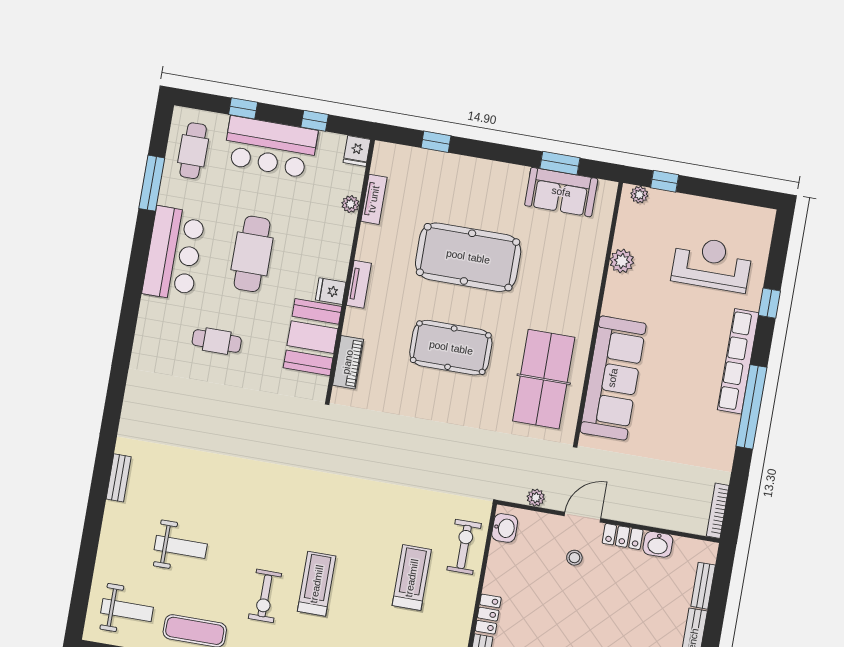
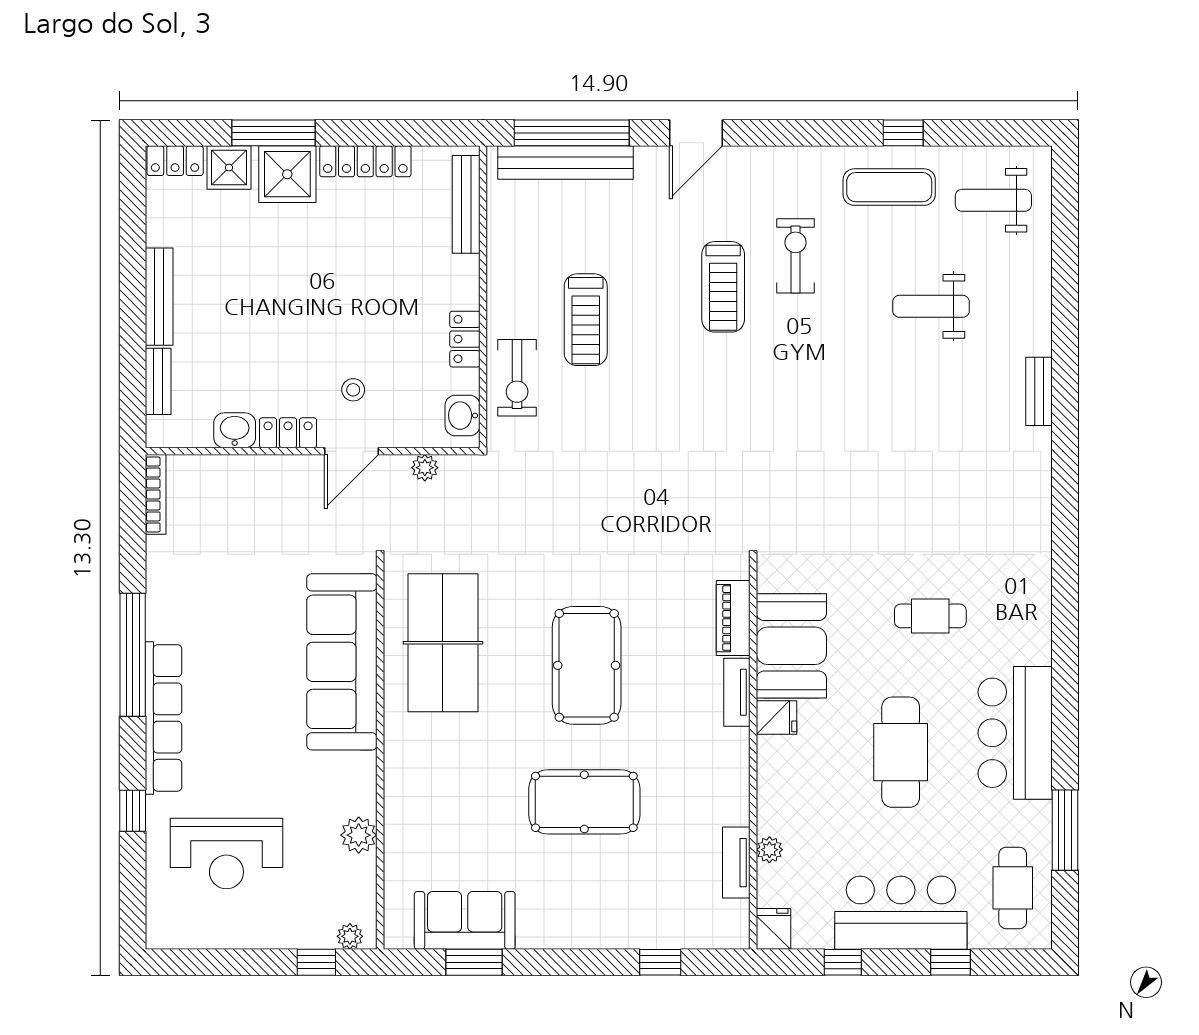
pool table: (468, 257) -> (584, 802), width x0.73, depth x0.76
tv unit: (359, 284) -> (737, 692), moved
pool table: (451, 348) -> (587, 665), turned 90
locker: (488, 614) -> (465, 339), moved

